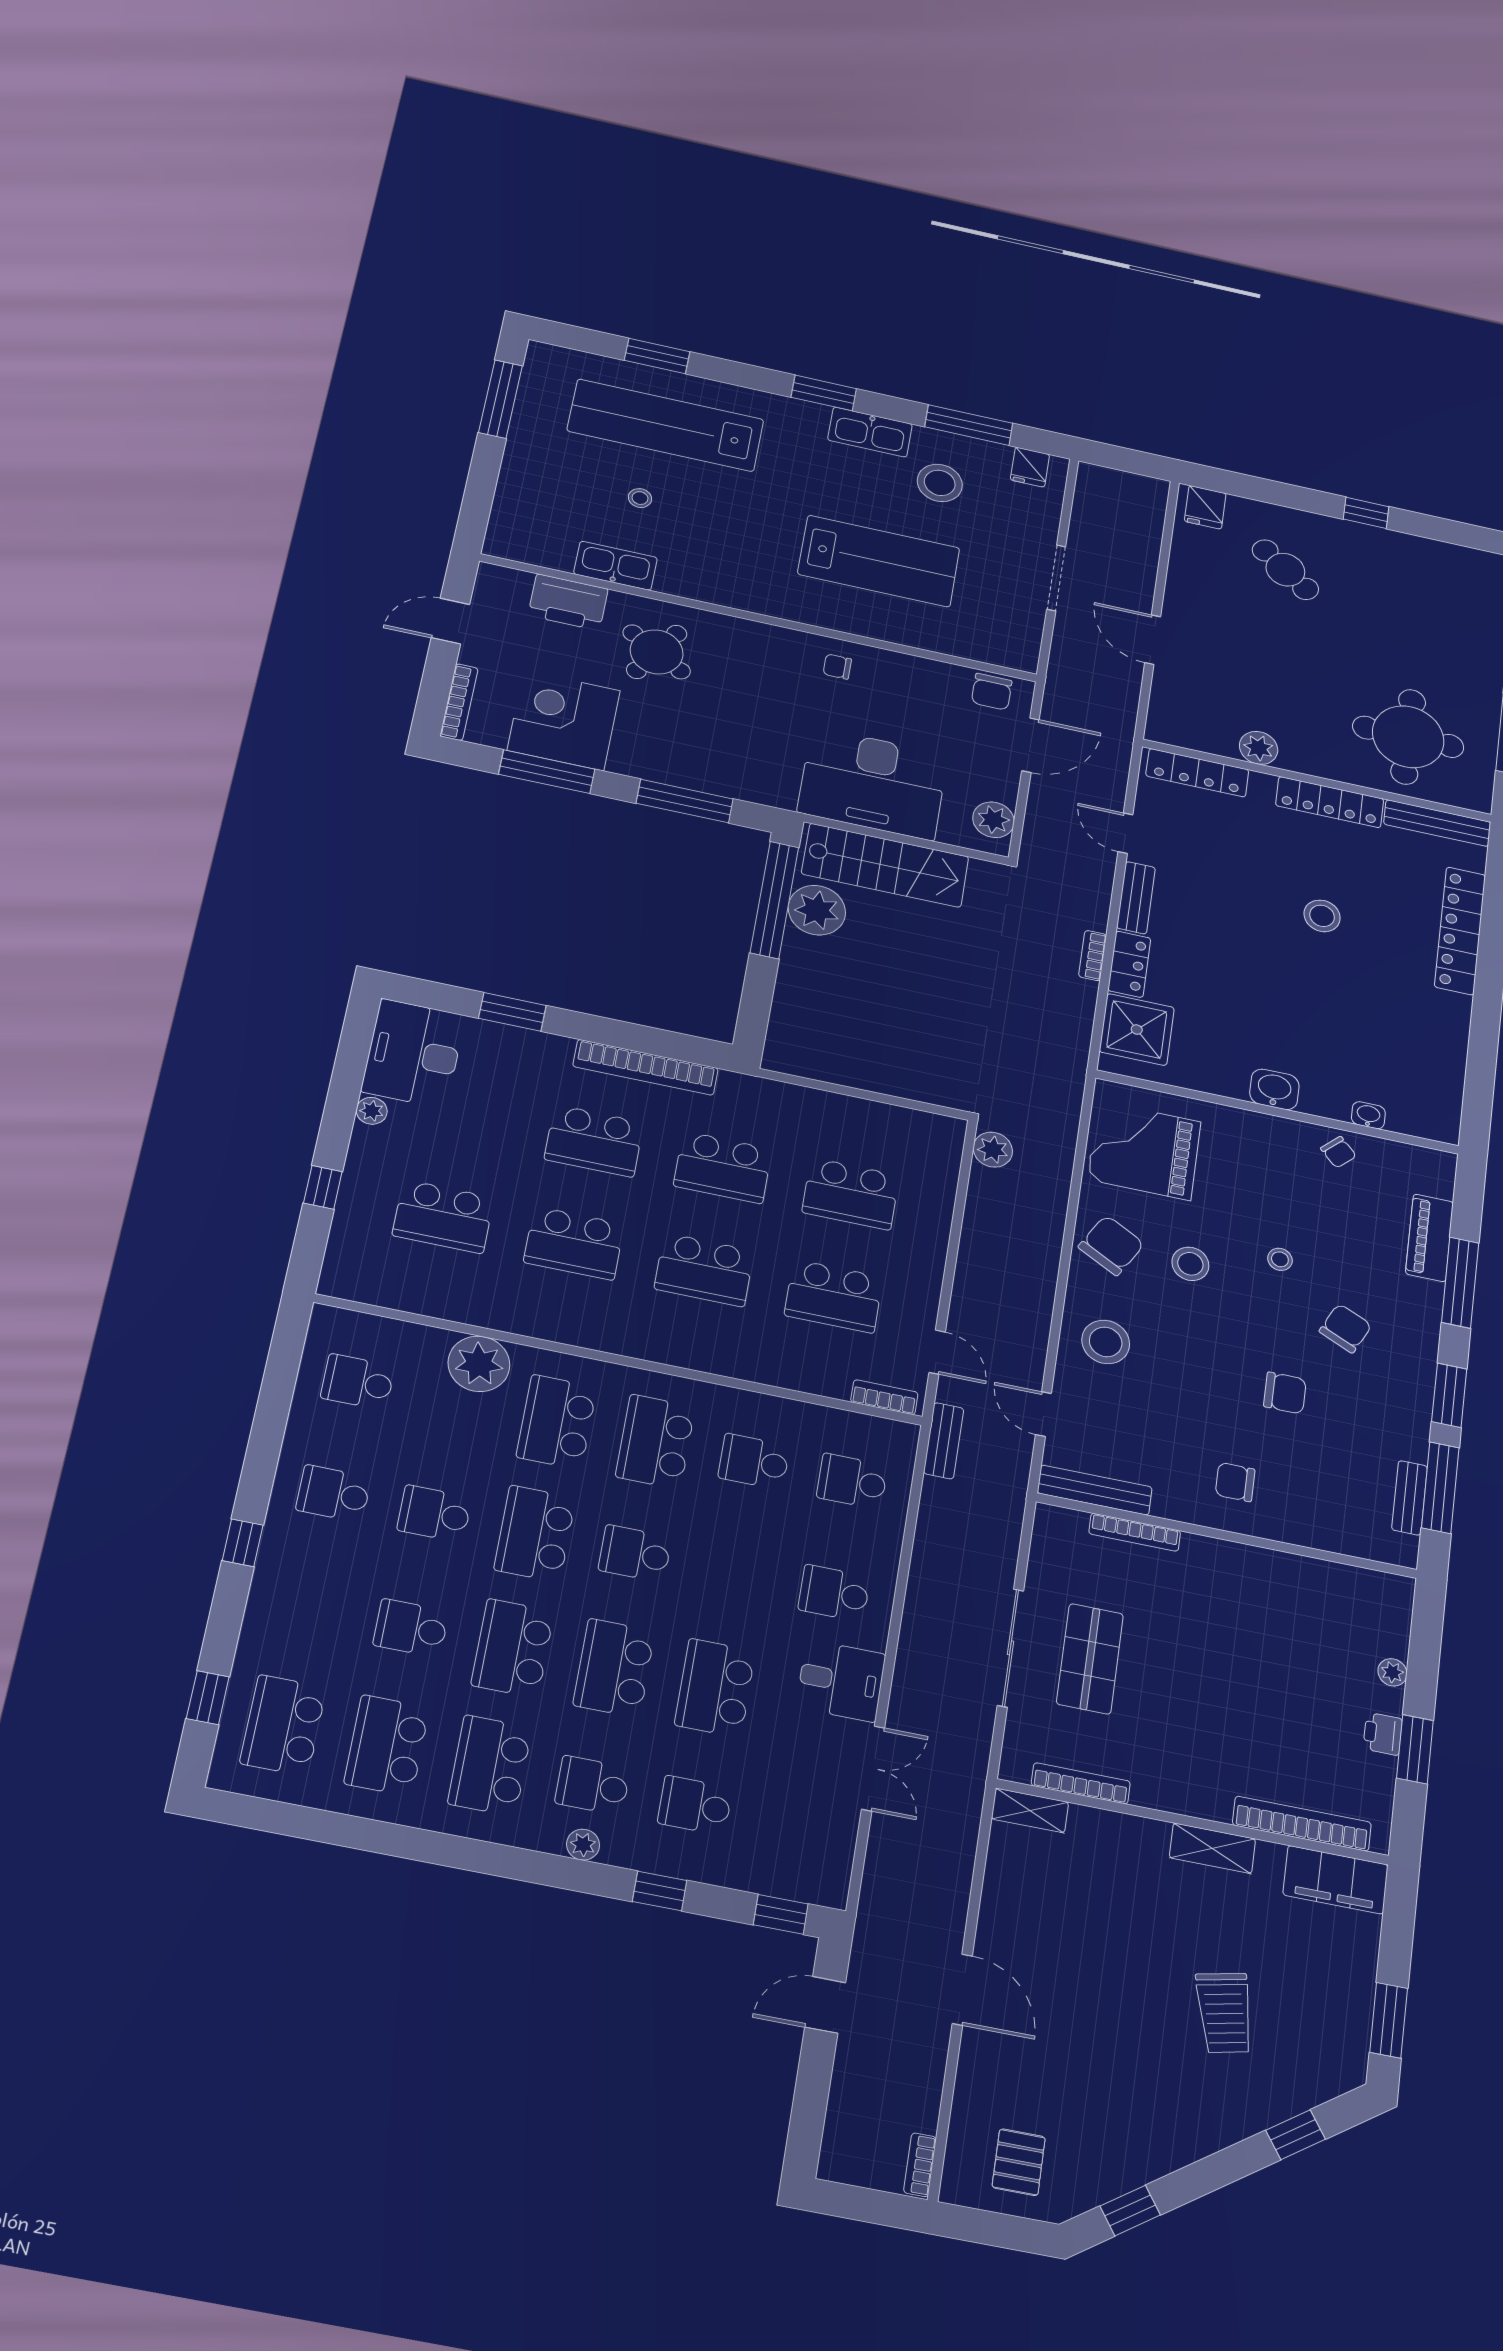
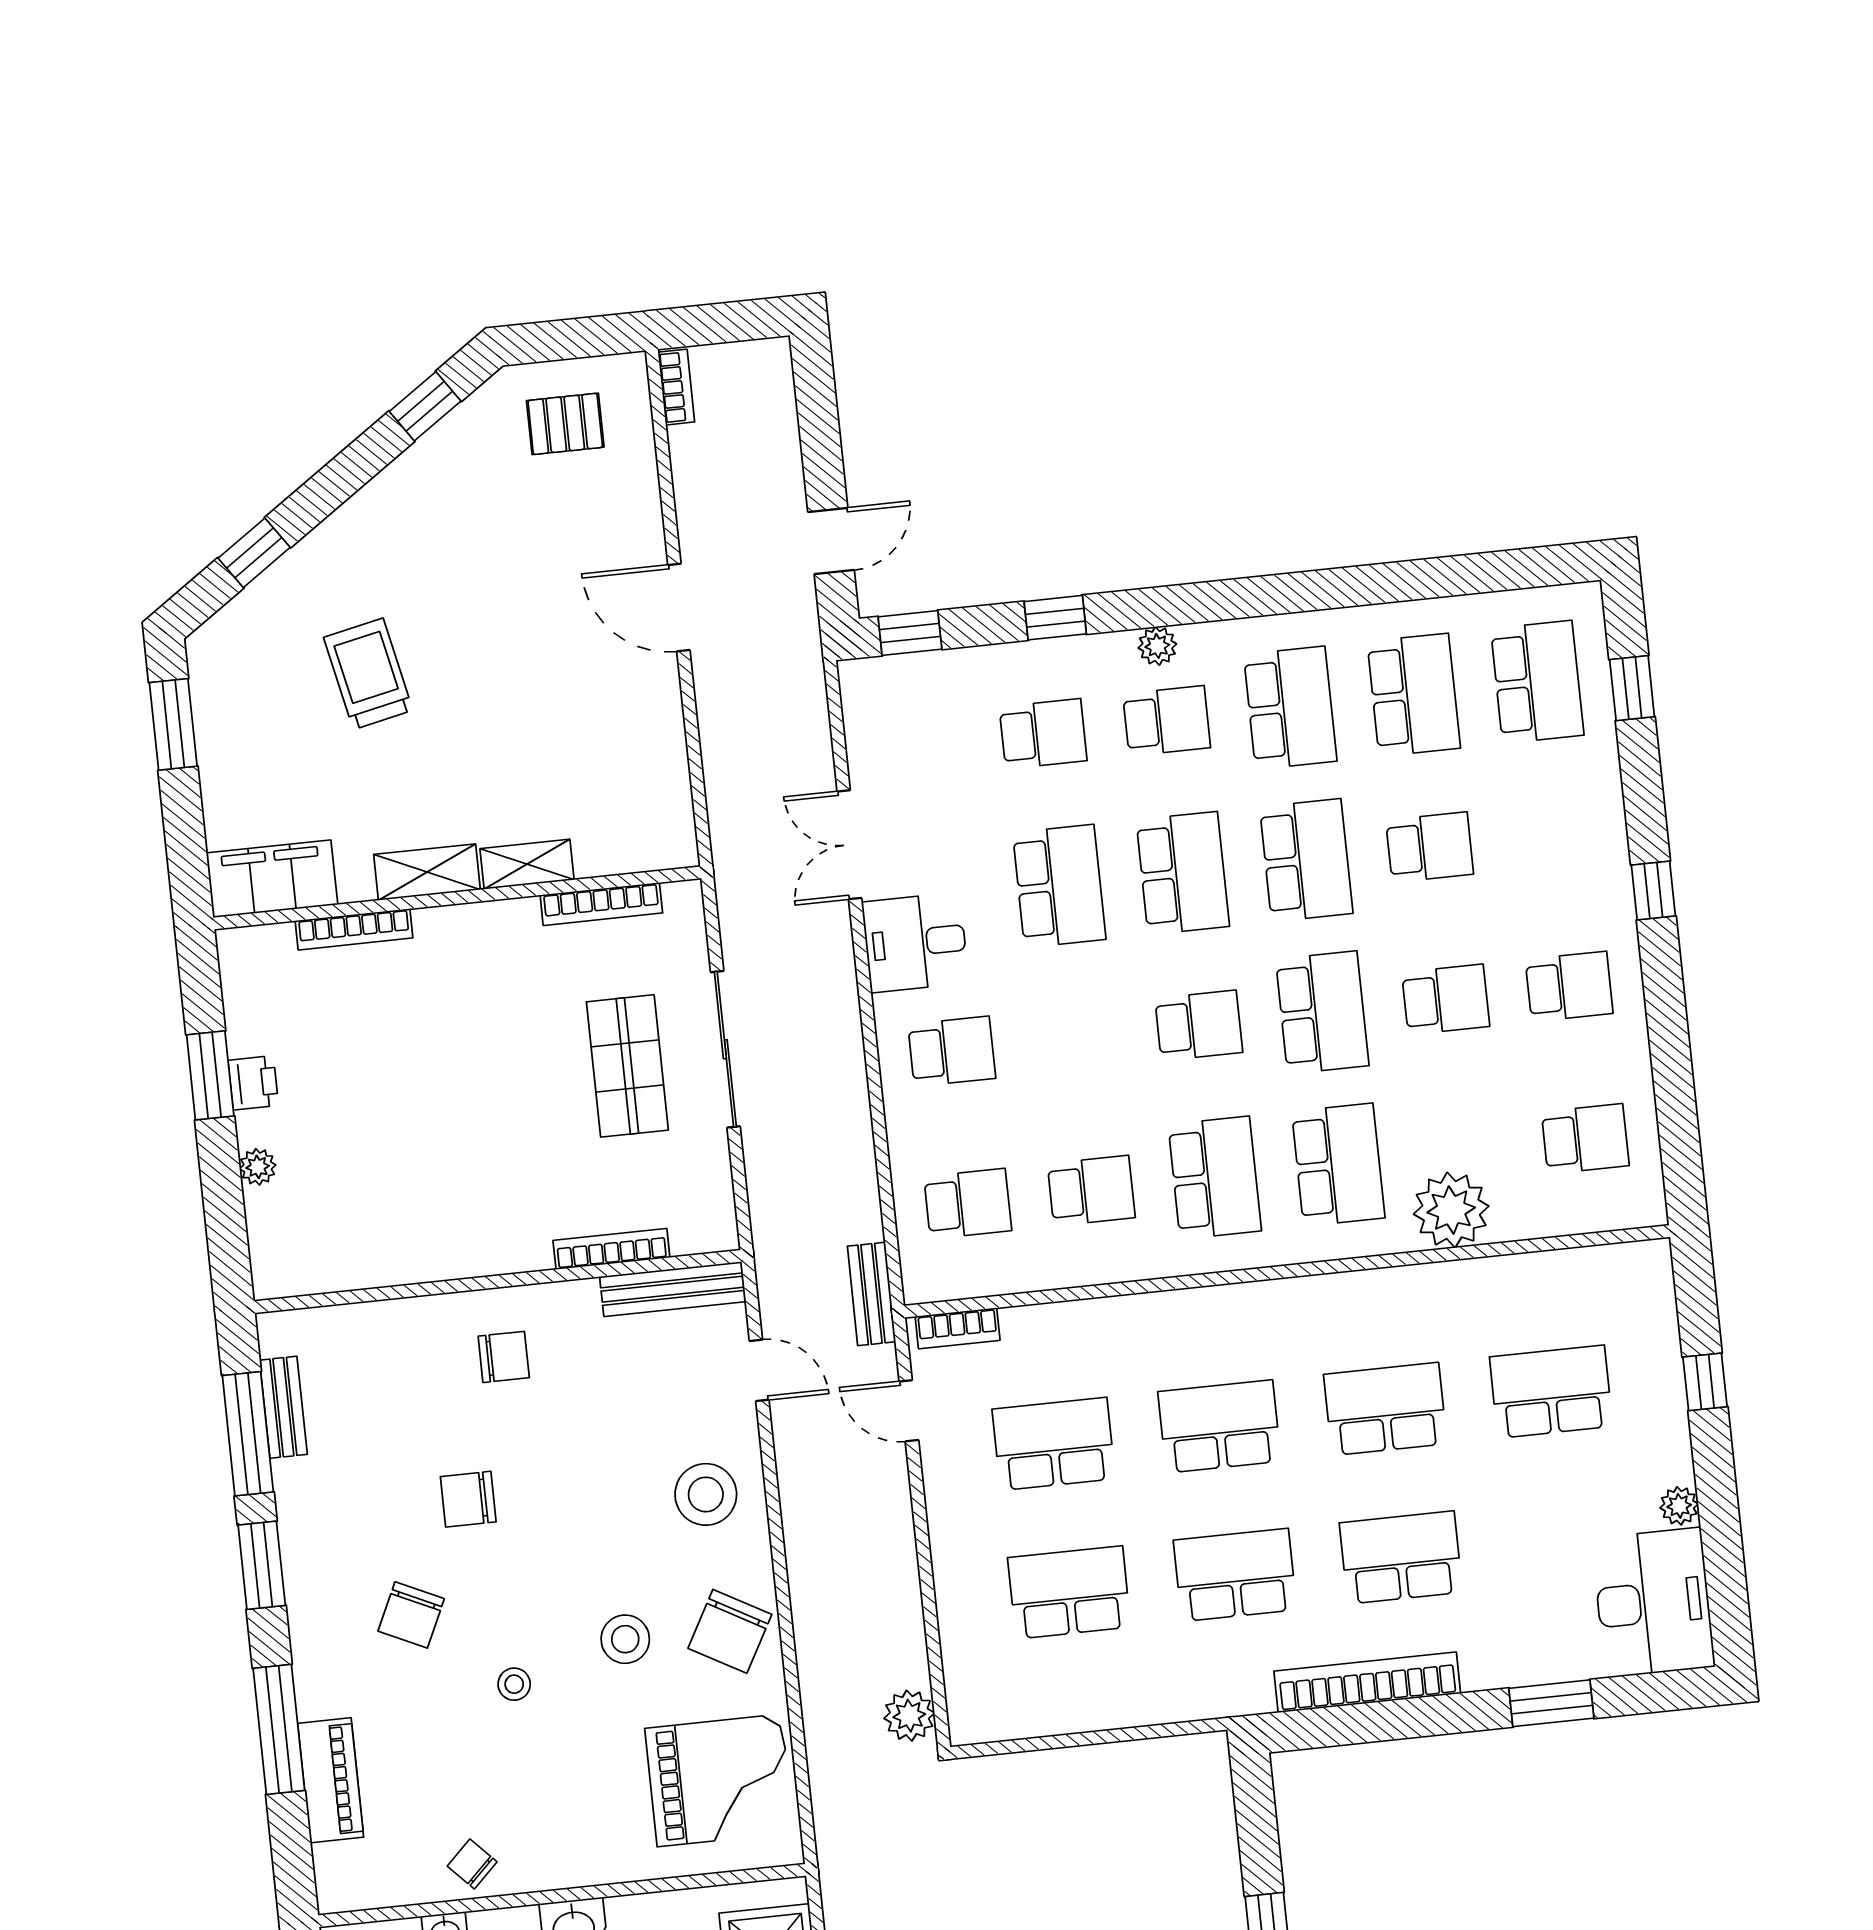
shelving: (1030, 1810) -> (527, 864), moved
bookcase: (1302, 1824) -> (354, 929), width x0.68, depth x0.76
pallet: (1019, 2162) -> (565, 424), turned 90

